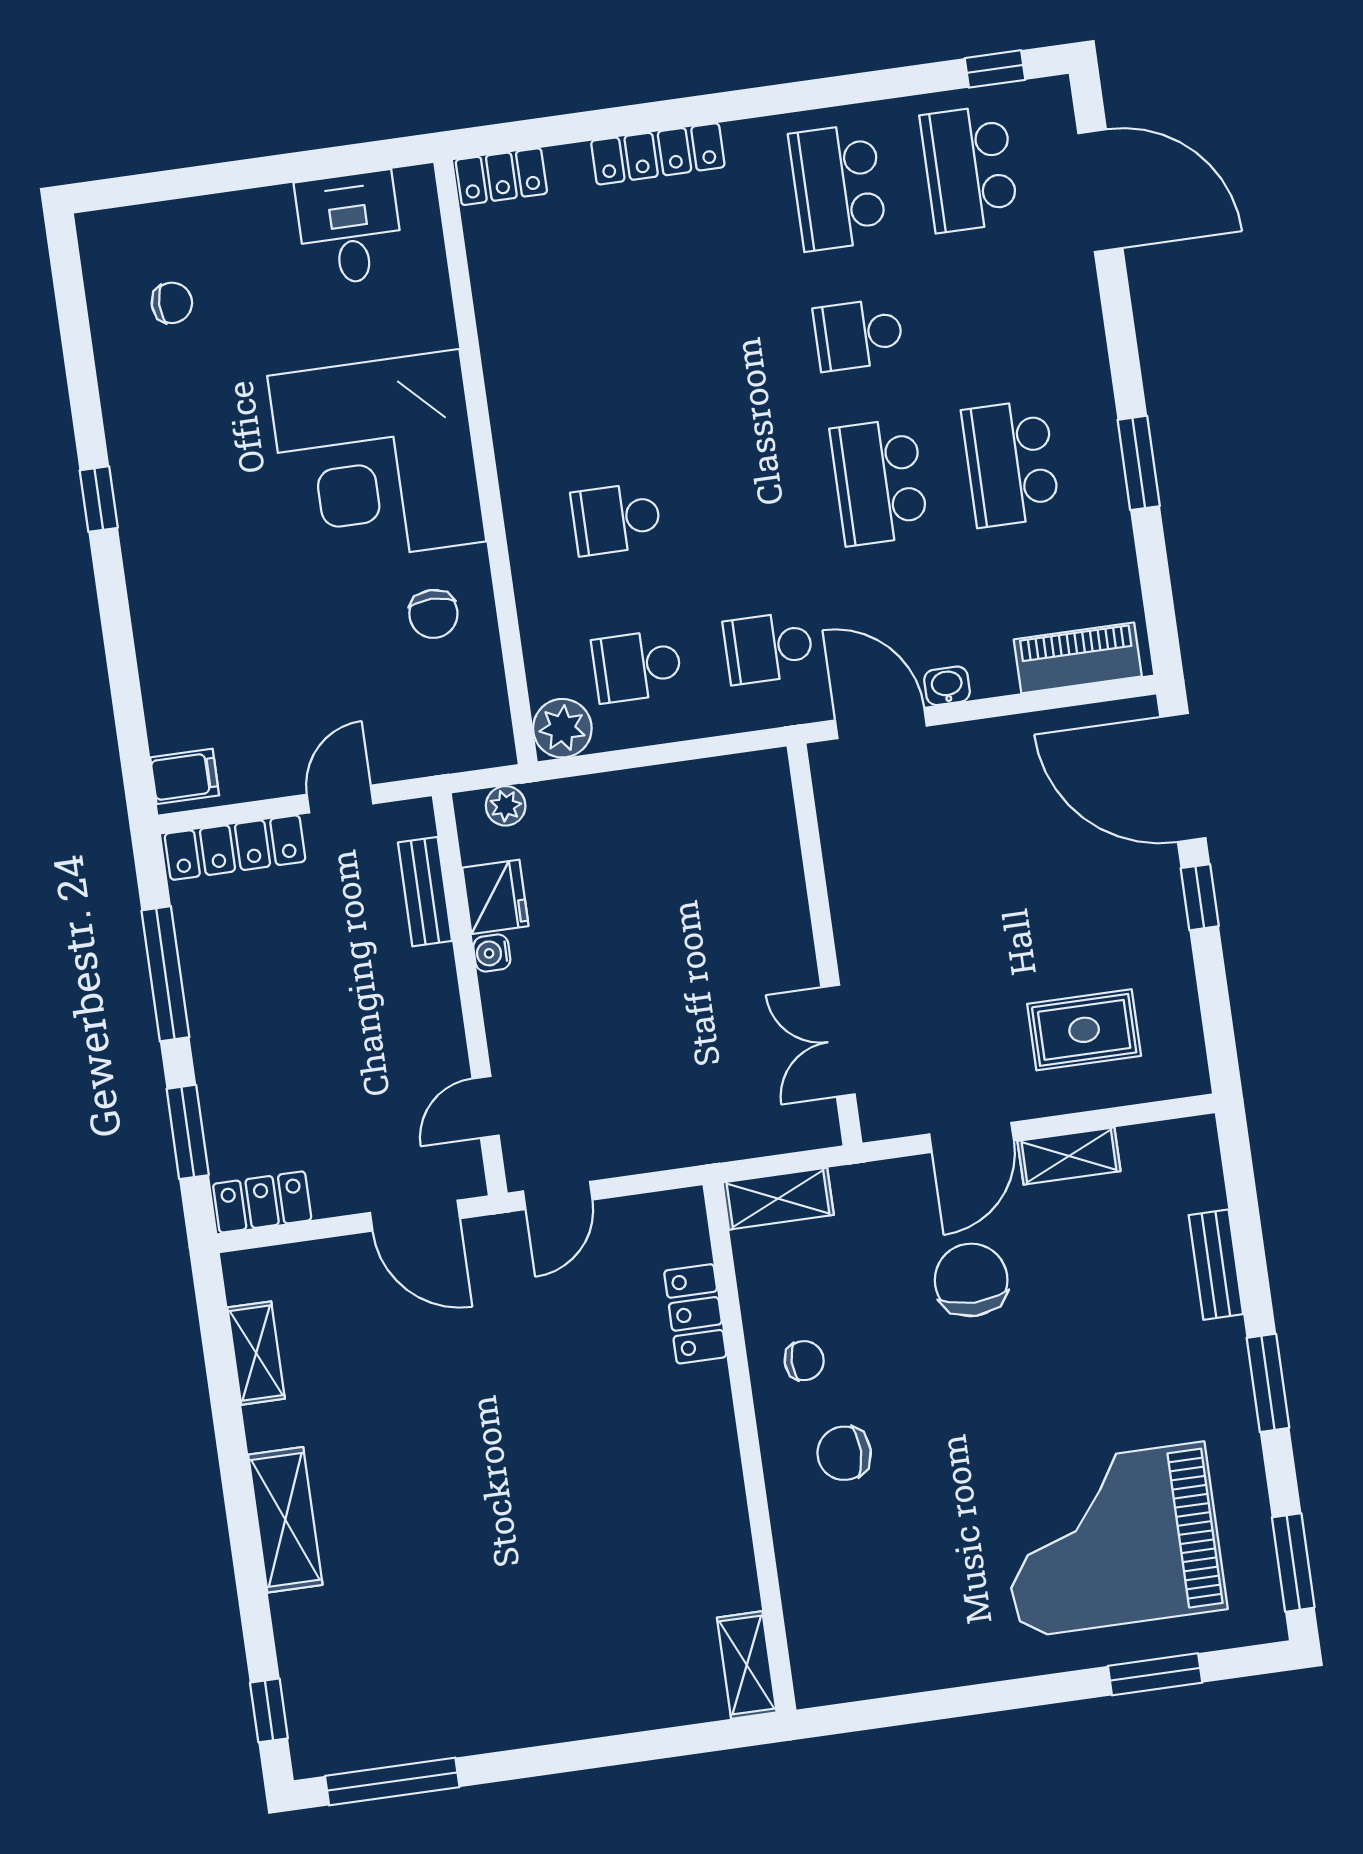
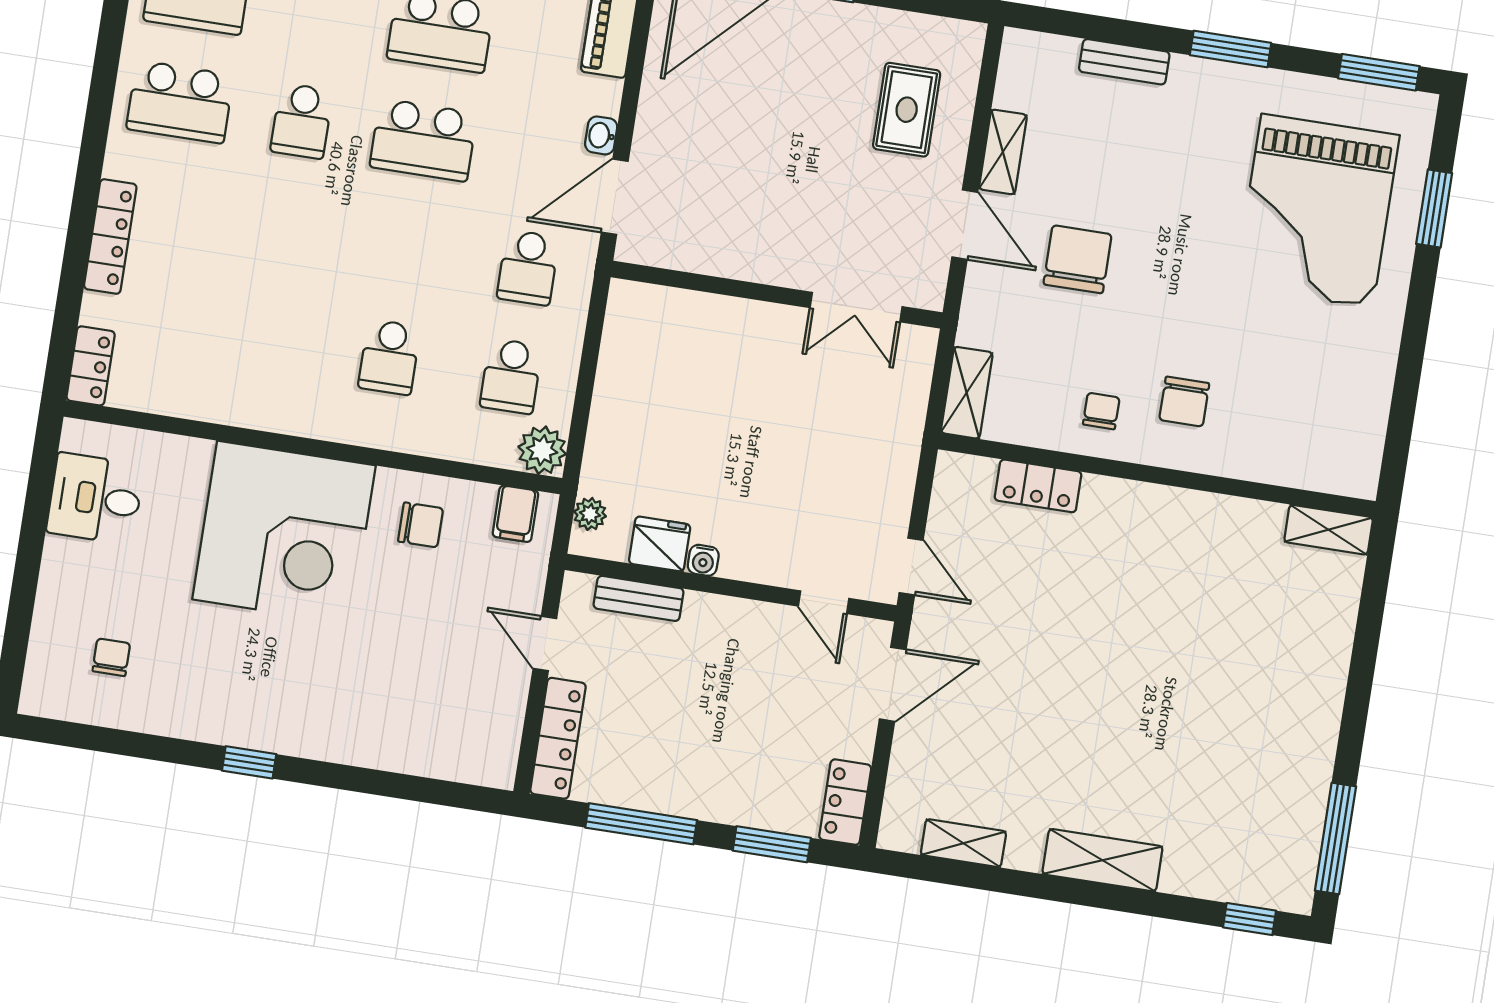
filing cabinet: (185, 776) -> (515, 514), moved, turned 180
chair: (971, 1280) -> (1078, 259), turned 90

